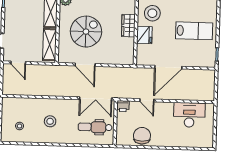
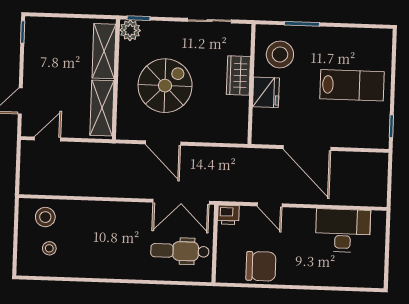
door: (18, 63) -> (47, 139), swing flipped
door: (168, 67) -> (307, 148), hinge flipped
stool: (50, 121) -> (45, 217), moved
chair: (142, 136) -> (261, 266), turned 90

